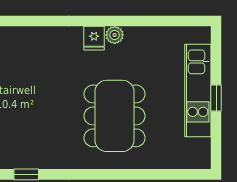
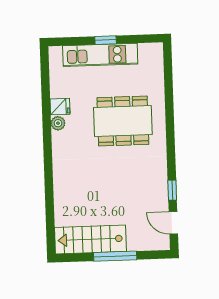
fridge: (94, 38) -> (60, 107), moved

